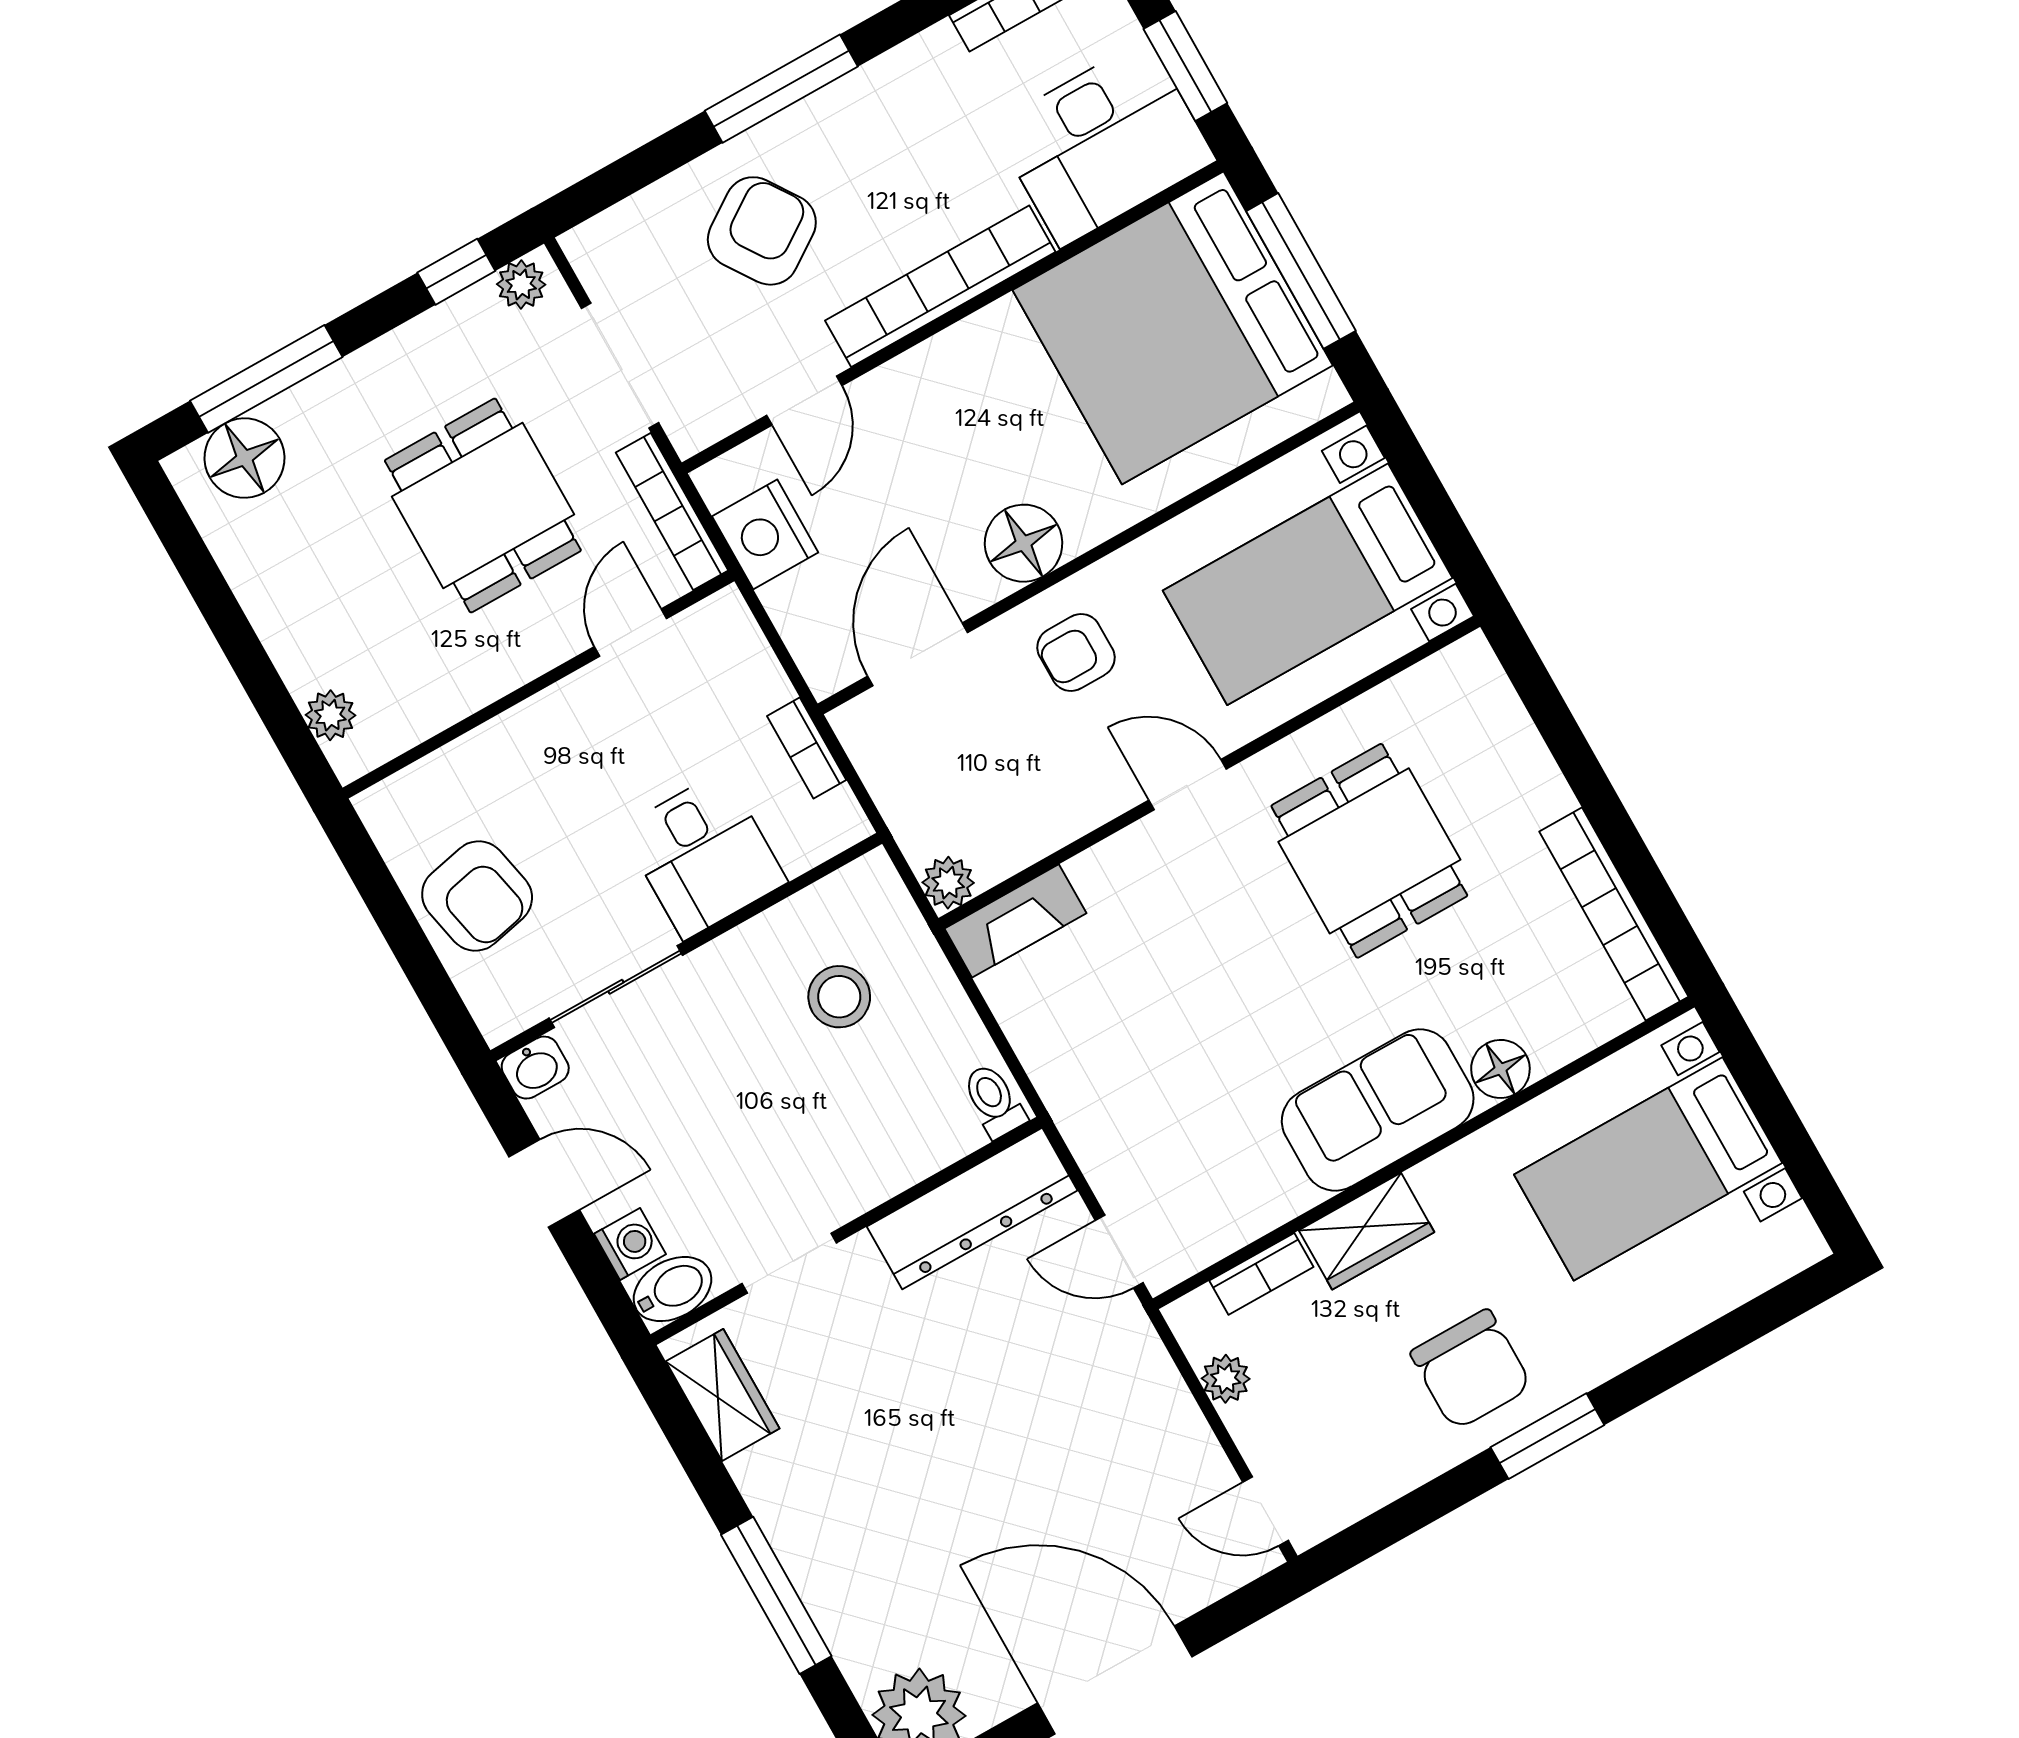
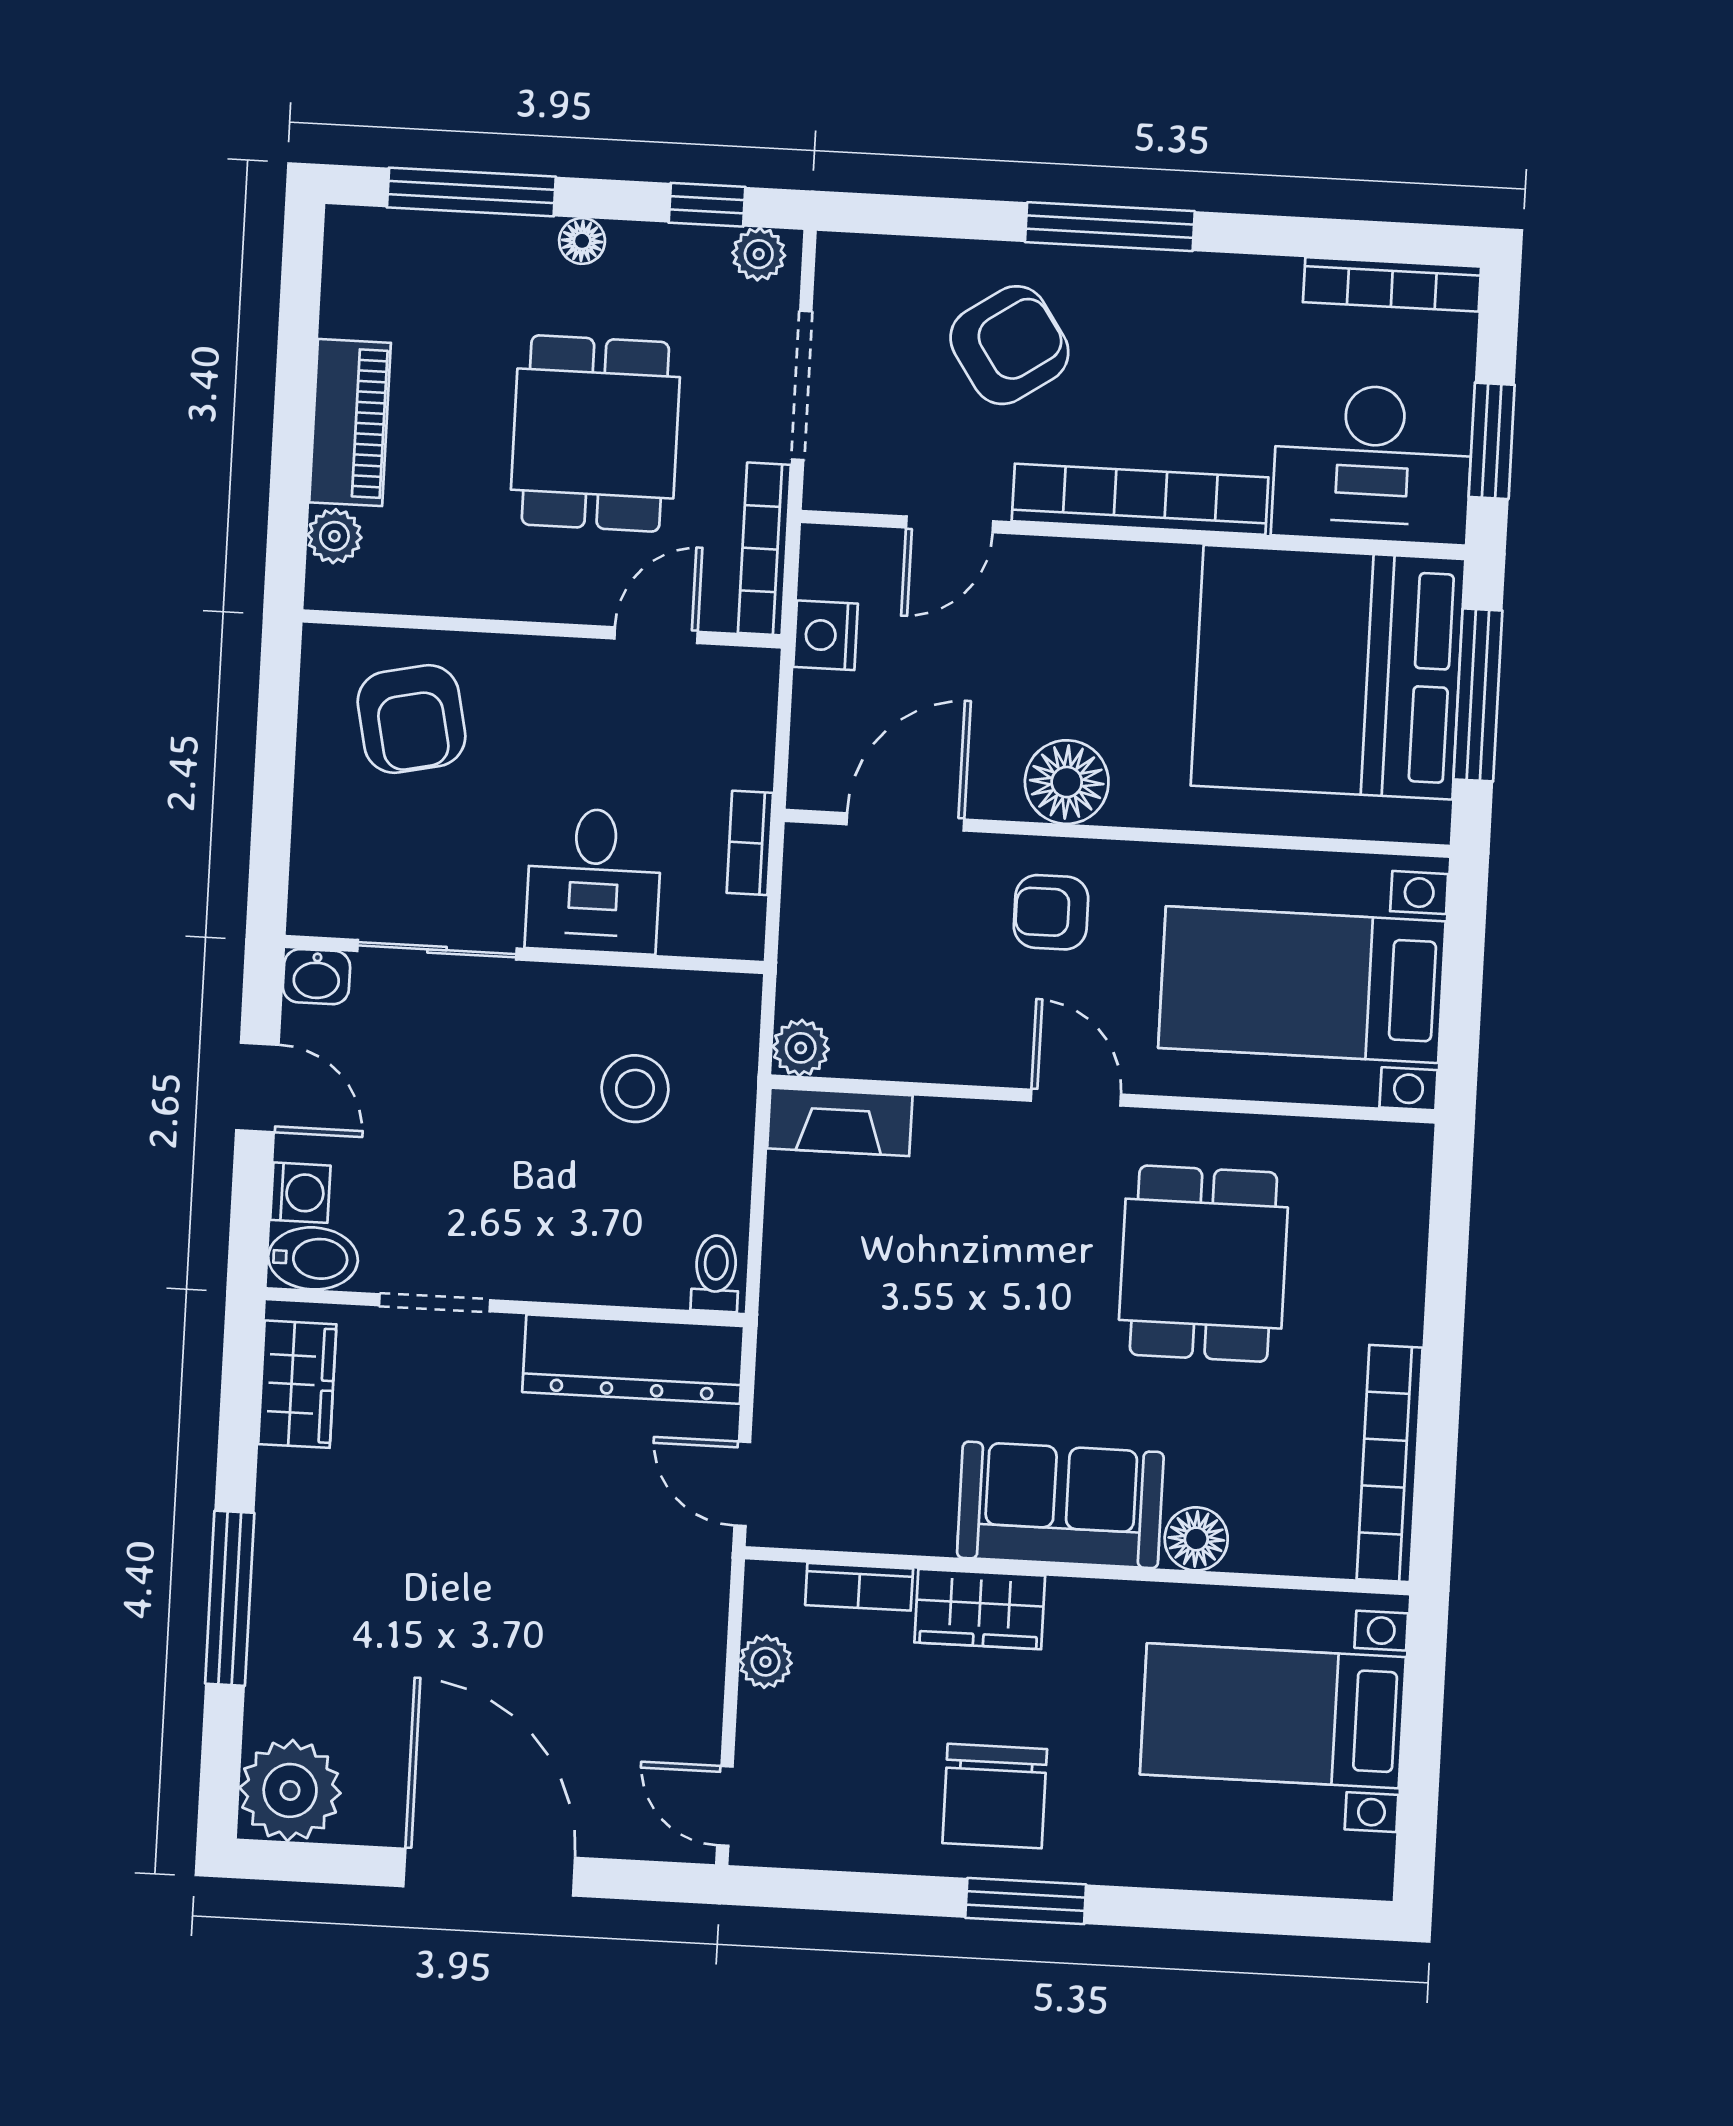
floor lamp: (245, 458) -> (582, 241), moved, width x0.53, depth x0.53
nightstand: (765, 534) -> (826, 635), width x0.74, depth x0.75
piano: (286, 619) -> (350, 423), added
armchair: (477, 896) -> (411, 719), moved

